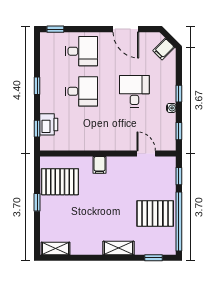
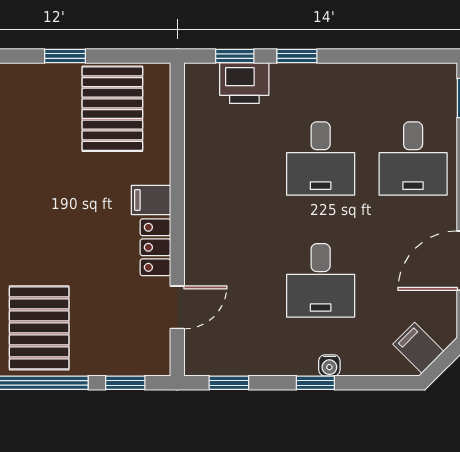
window: (37, 86) -> (297, 56), moved
desk: (134, 91) -> (321, 280), turned 90
water cooler: (171, 108) -> (329, 365), moved
locker: (120, 163) -> (155, 247), added

